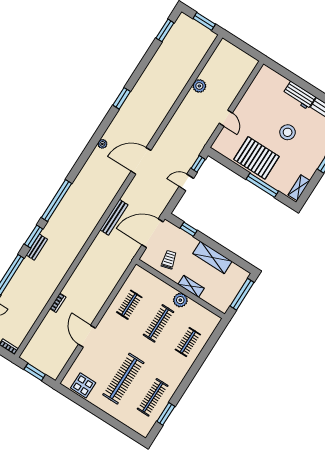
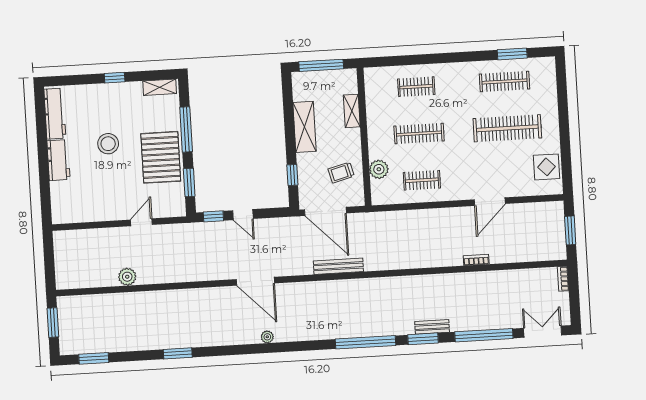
window: (122, 98) -> (178, 353), moved
window: (229, 164) -> (189, 183), added
shelving: (191, 286) -> (352, 111), moved
plant: (180, 300) -> (379, 169), moved

